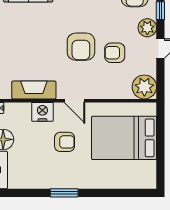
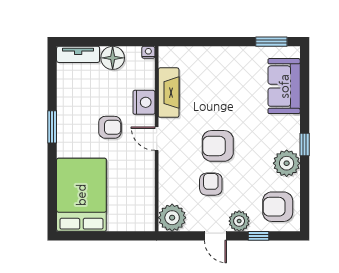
door: (75, 101) -> (157, 139), hinge flipped
bed: (124, 138) -> (81, 195), moved
armchair: (65, 142) -> (110, 127), turned -90

